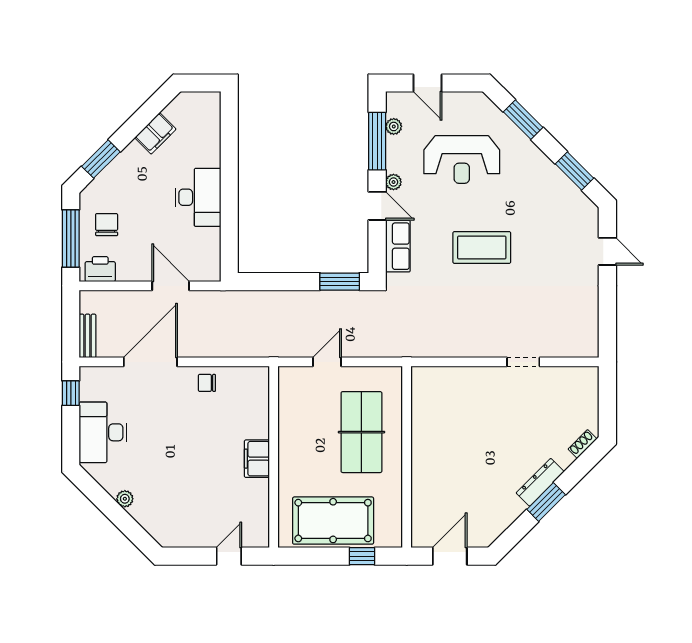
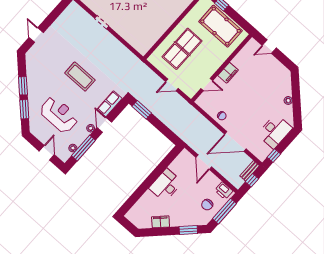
window: (574, 171) -> (23, 86), moved
window: (71, 325) -> (252, 180), added
door: (274, 411) -> (207, 85), added

